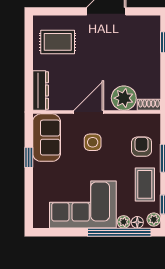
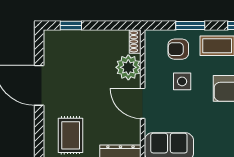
side table: (93, 142) -> (182, 81), moved

